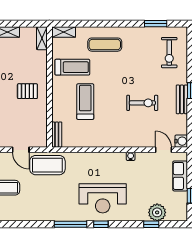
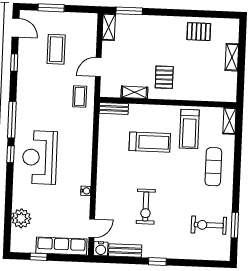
shelving: (42, 38) -> (134, 92), moved
exercise bike: (169, 53) -> (209, 225), moved
bench: (182, 99) -> (125, 250), moved
coffee table: (47, 165) -> (80, 96), width x0.54, depth x0.58
row of seats: (180, 176) -> (61, 246), width x1.48
window: (151, 224) -> (14, 62), moved

